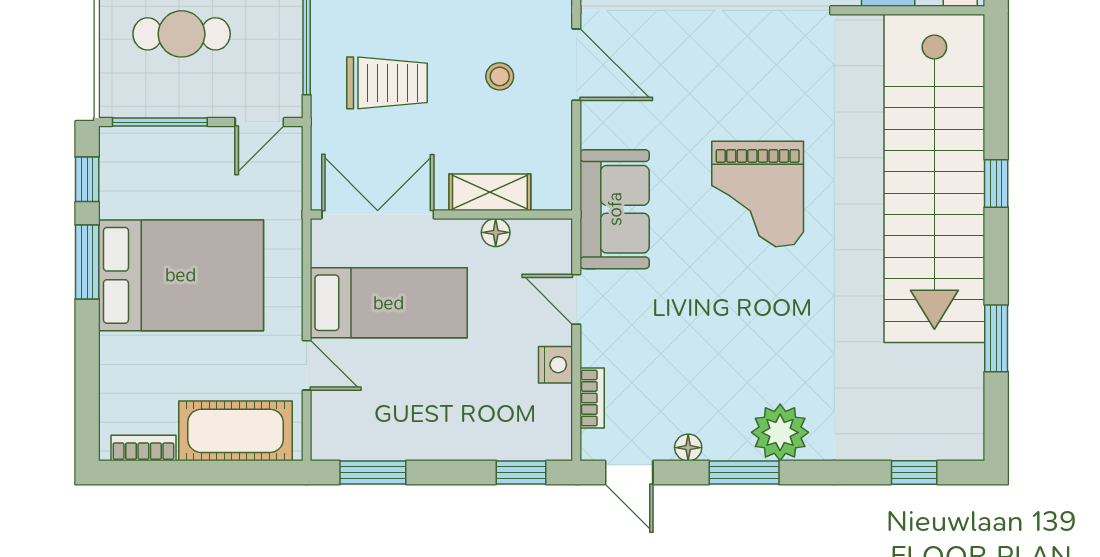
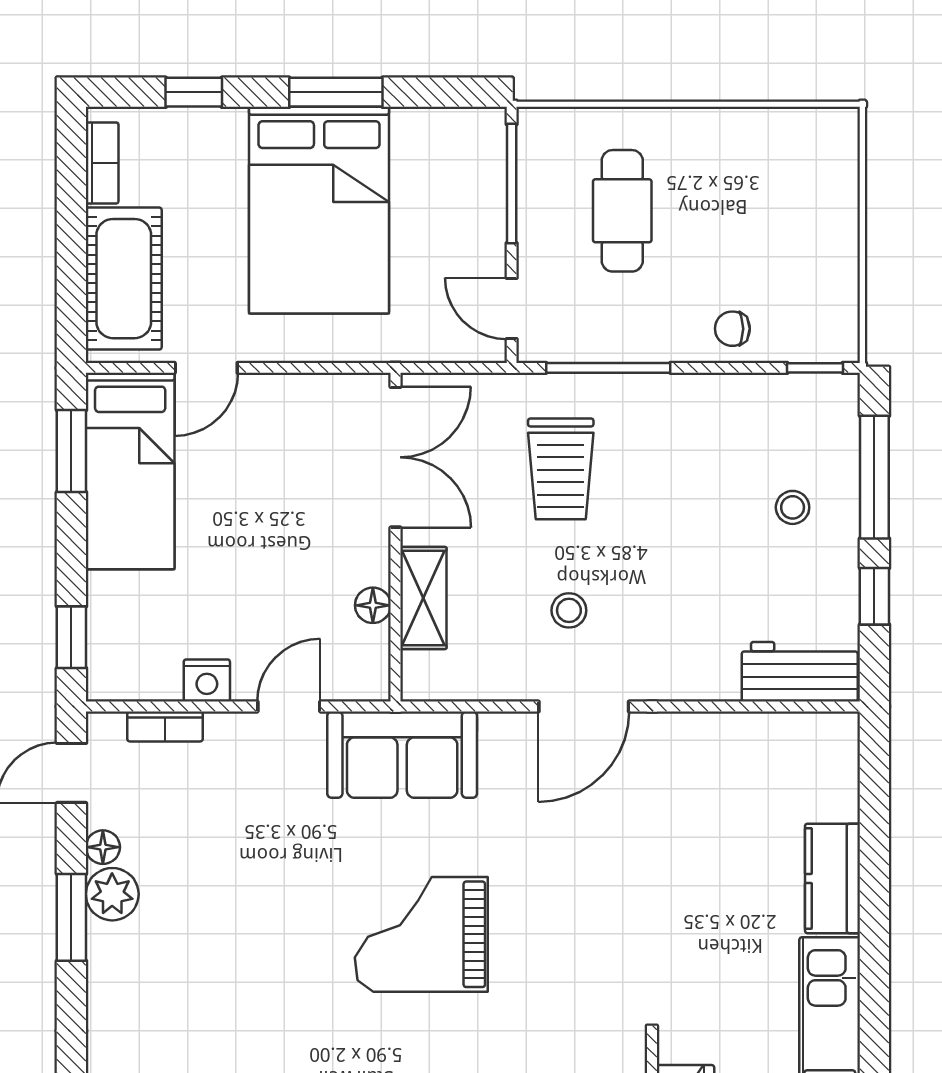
window: (87, 179) -> (194, 92), moved
bed: (389, 303) -> (130, 471), moved
plant: (780, 432) -> (112, 894), moved, width x0.73, depth x0.73

